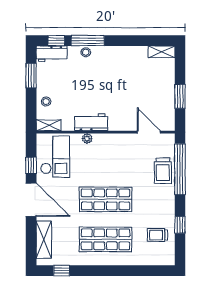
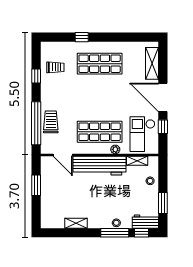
shelving: (162, 52) -> (76, 223), moved
workbench: (91, 122) -> (100, 166), width x1.88, depth x1.32
shelving: (49, 125) -> (137, 161), moved
shop shelf: (106, 199) -> (100, 132), moved
window: (62, 271) -> (82, 37), moved

